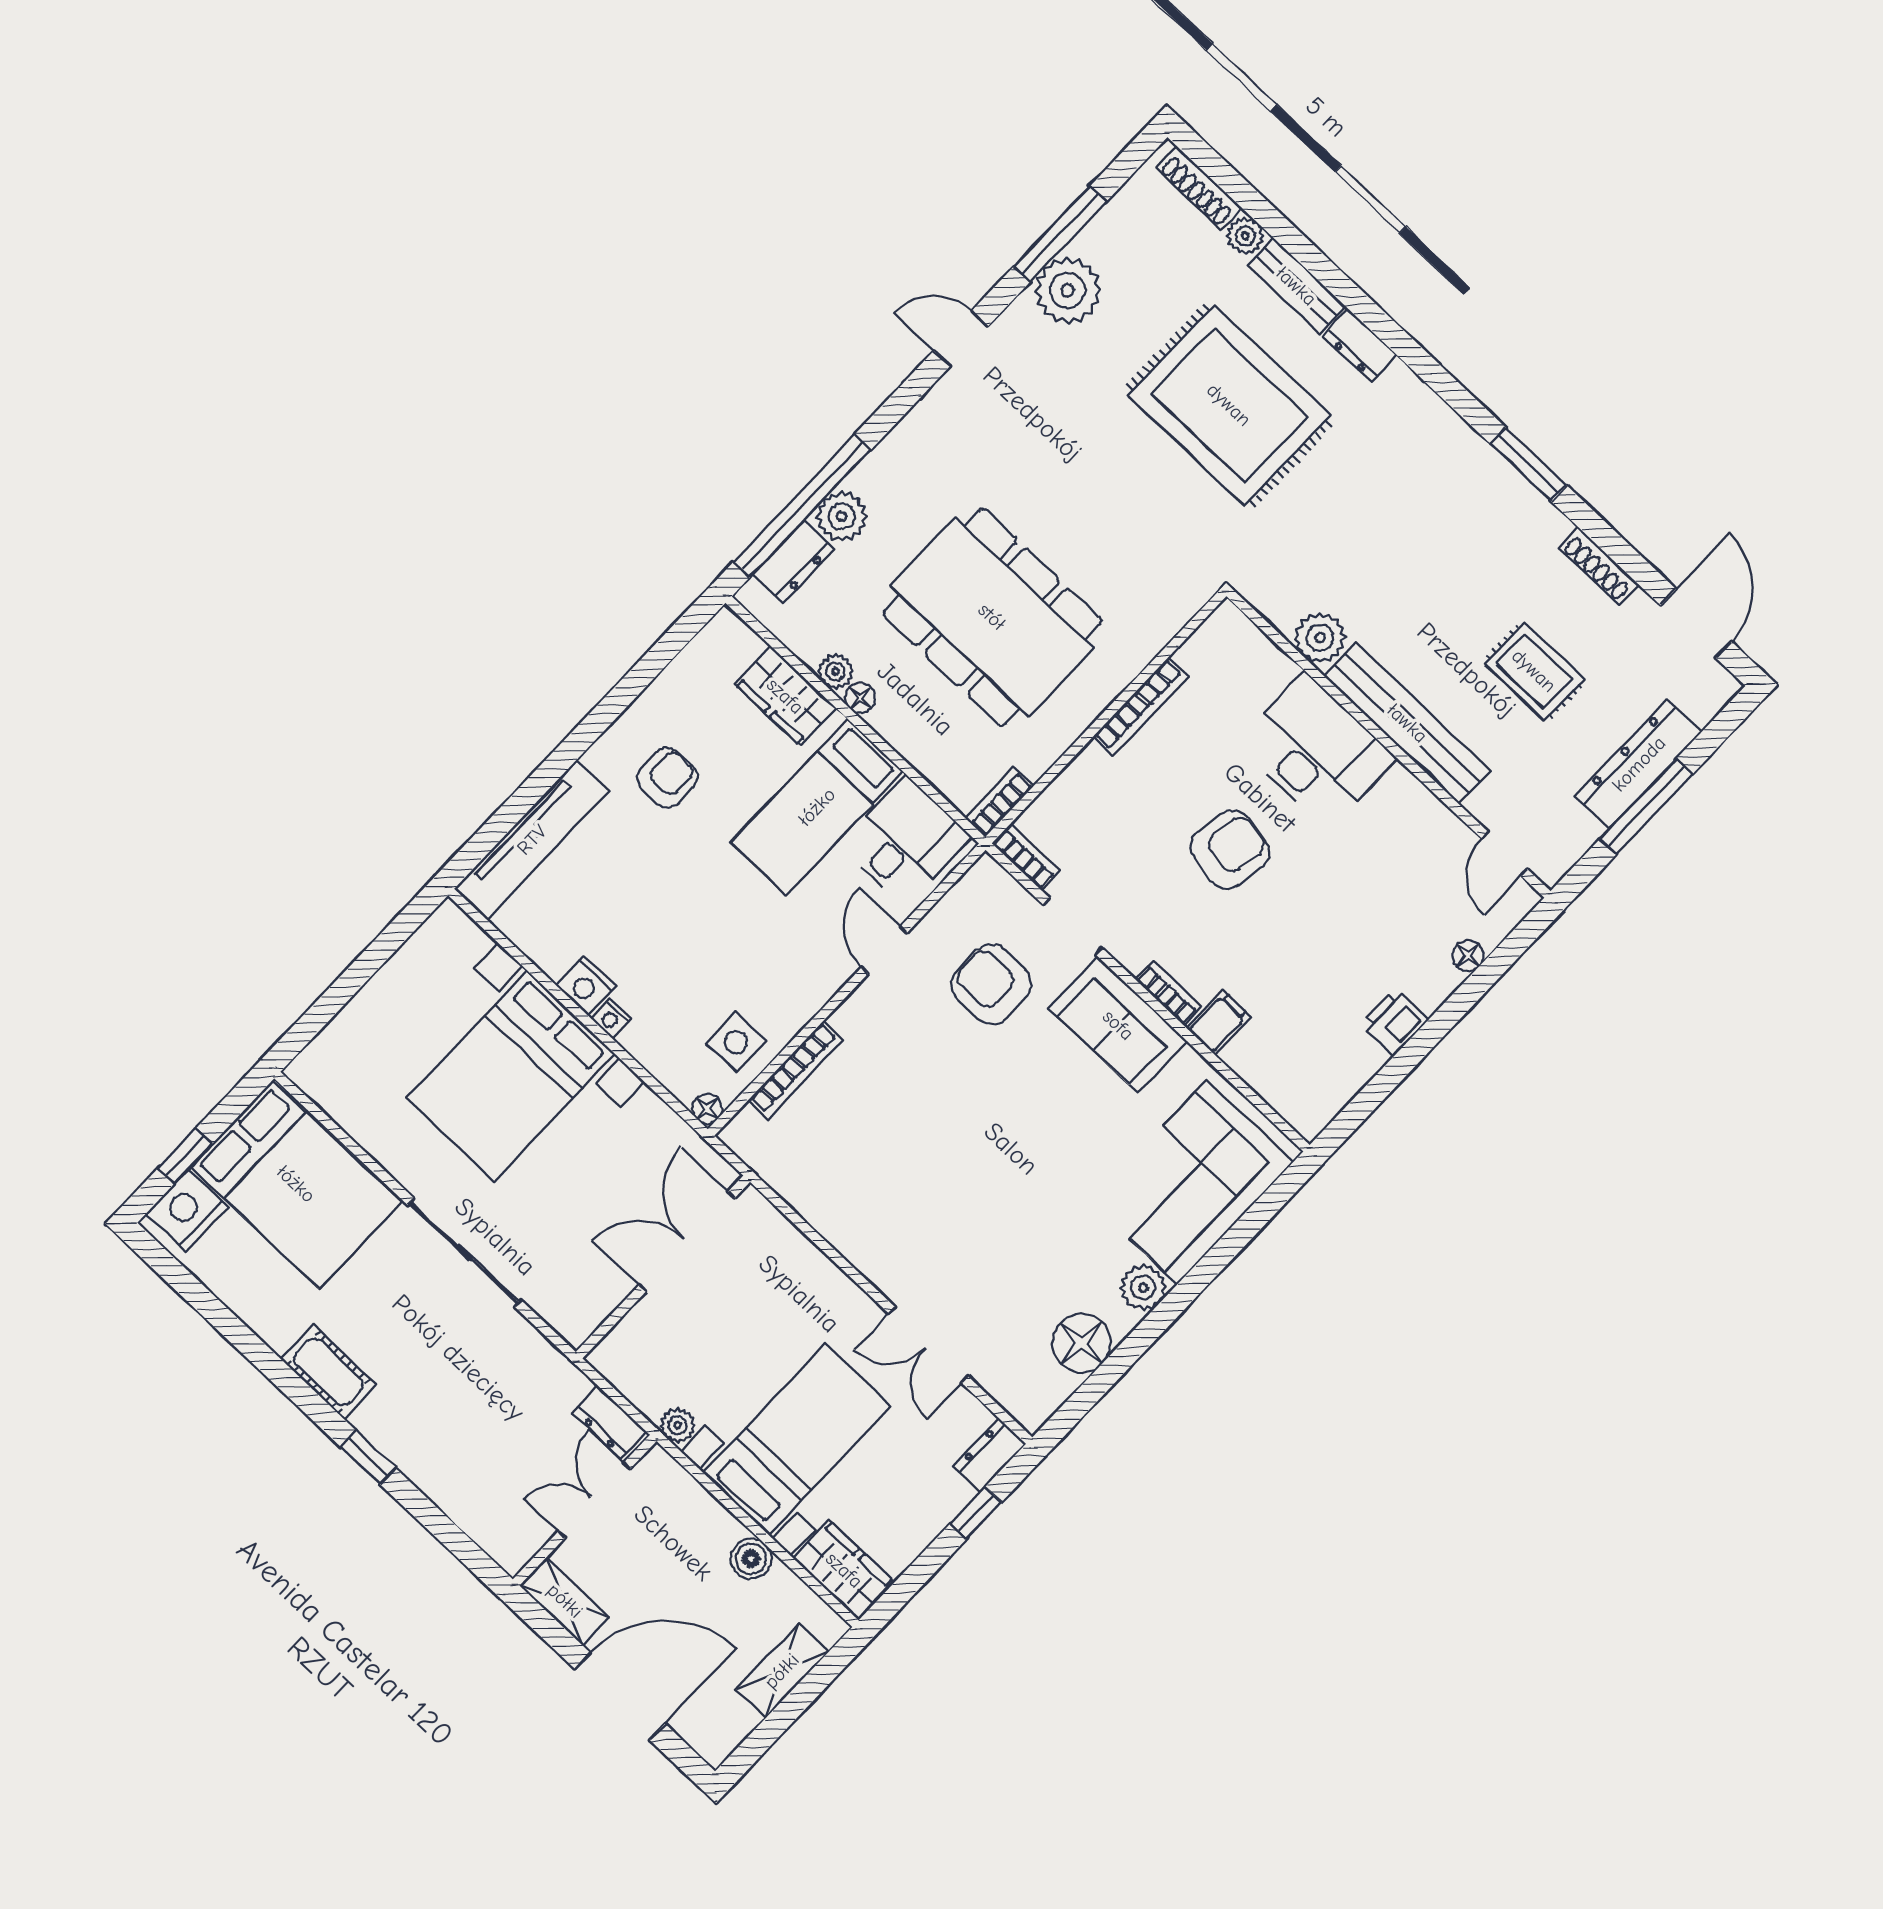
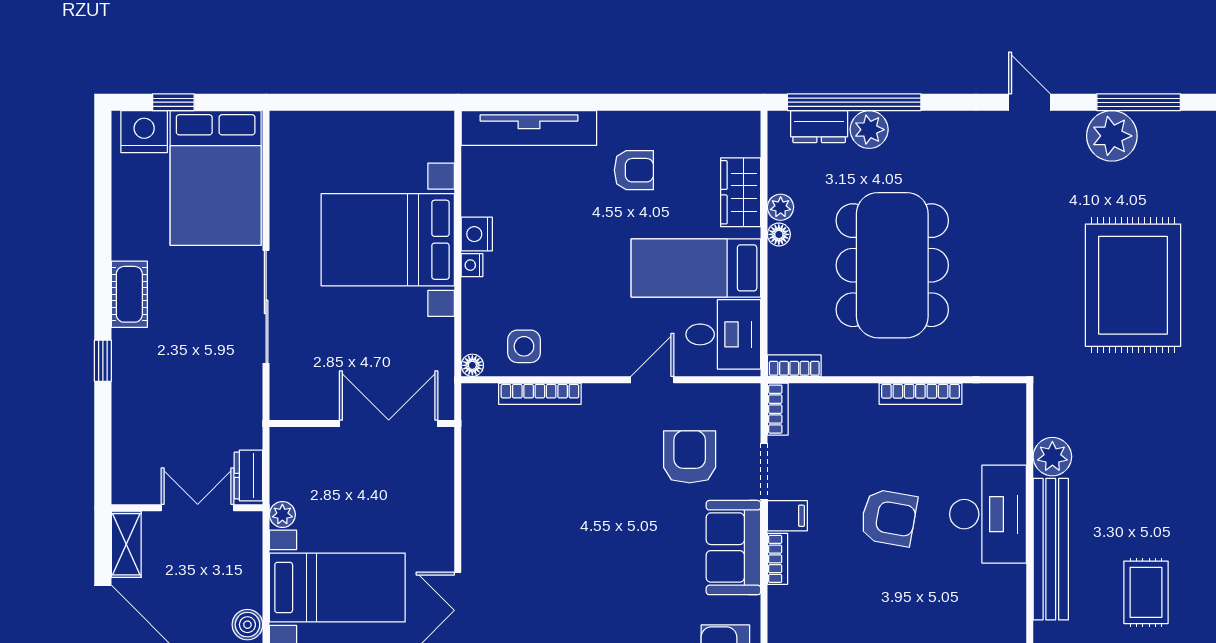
filing cabinet: (1219, 1022) -> (787, 516), moved

